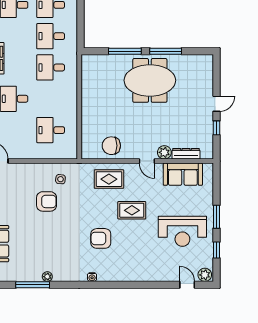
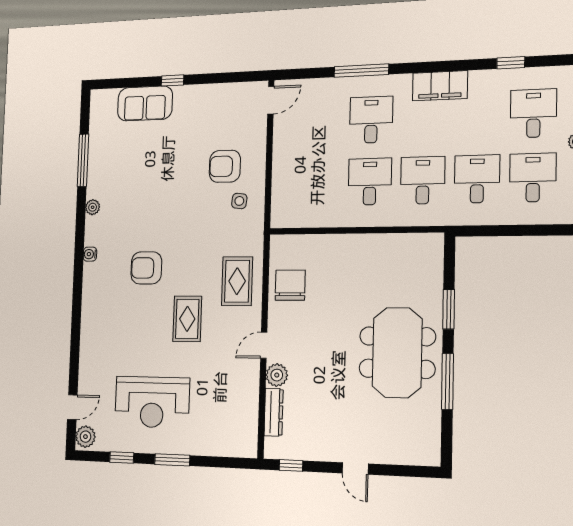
window: (125, 51) -> (449, 309), width x0.69
window: (216, 128) -> (291, 465), moved
desk: (51, 130) -> (370, 182), moved
sofa: (183, 174) -> (241, 406), removed
armchair: (47, 201) -> (225, 166), moved, turned 90
reception desk: (182, 231) -> (152, 402), turned -90
armchair: (101, 238) -> (146, 268), turned -90
plant: (47, 277) -> (93, 207), moved

